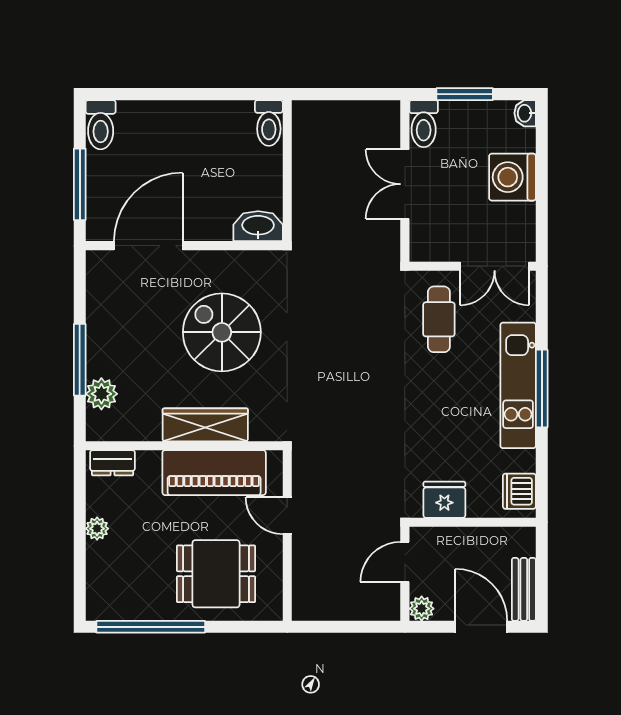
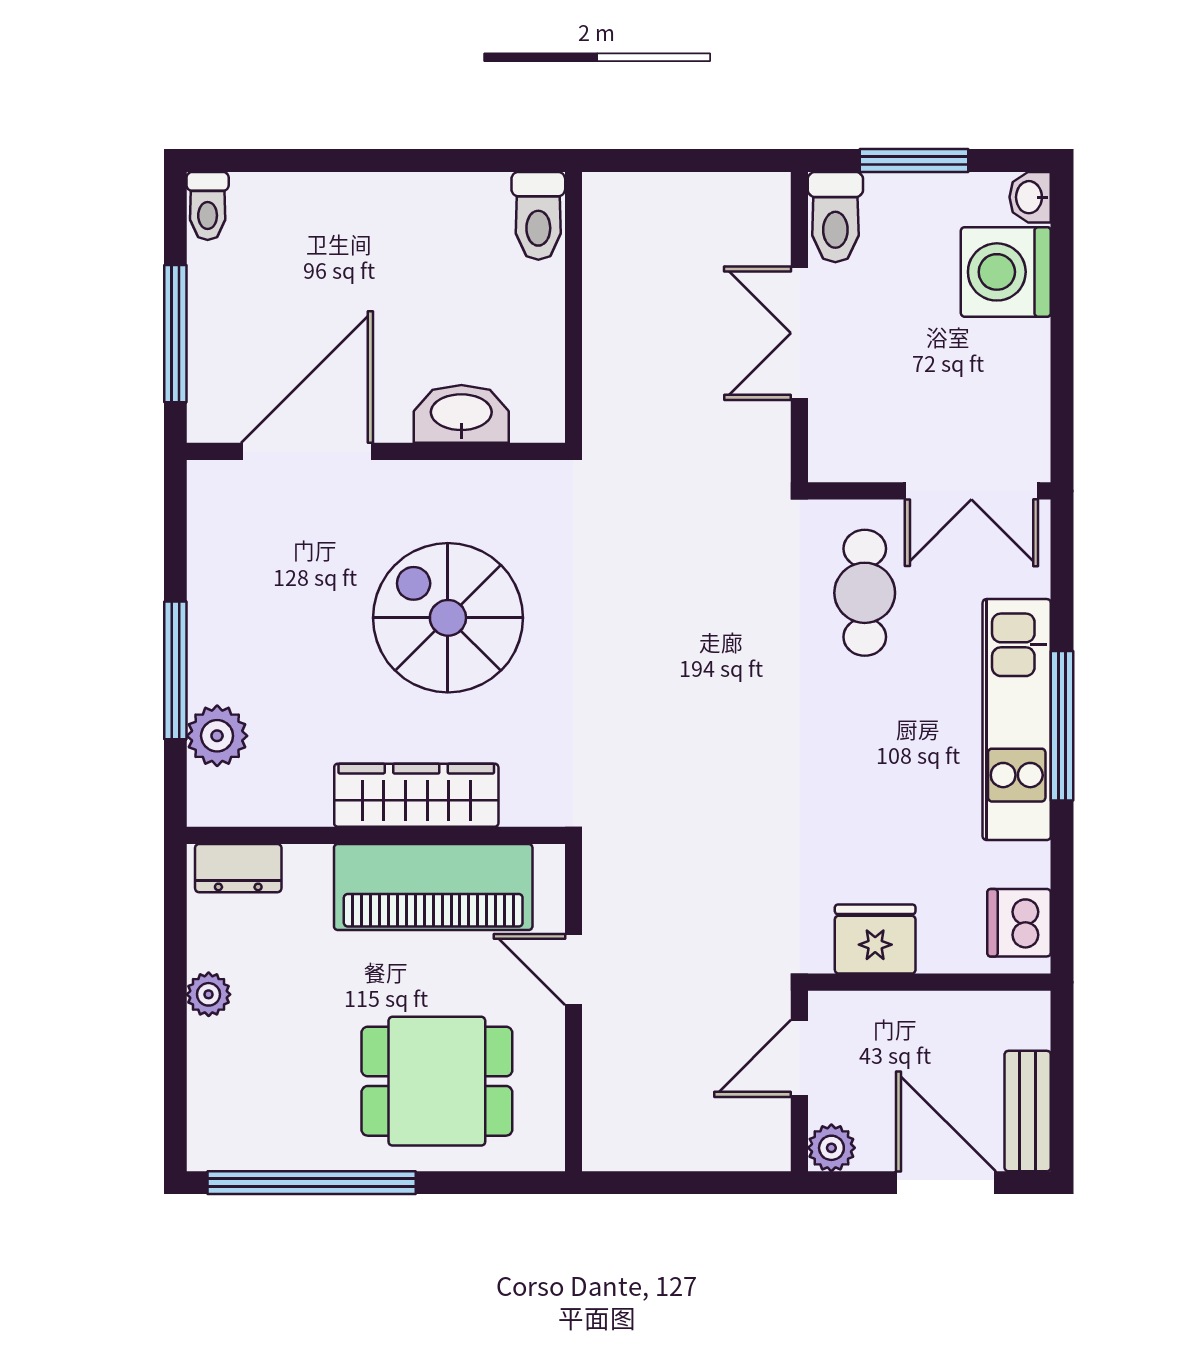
toilet: (101, 125) -> (208, 206), width x0.73, depth x0.72
washing machine: (512, 177) -> (1006, 272), moved
washbasin: (258, 226) -> (461, 414), moved

